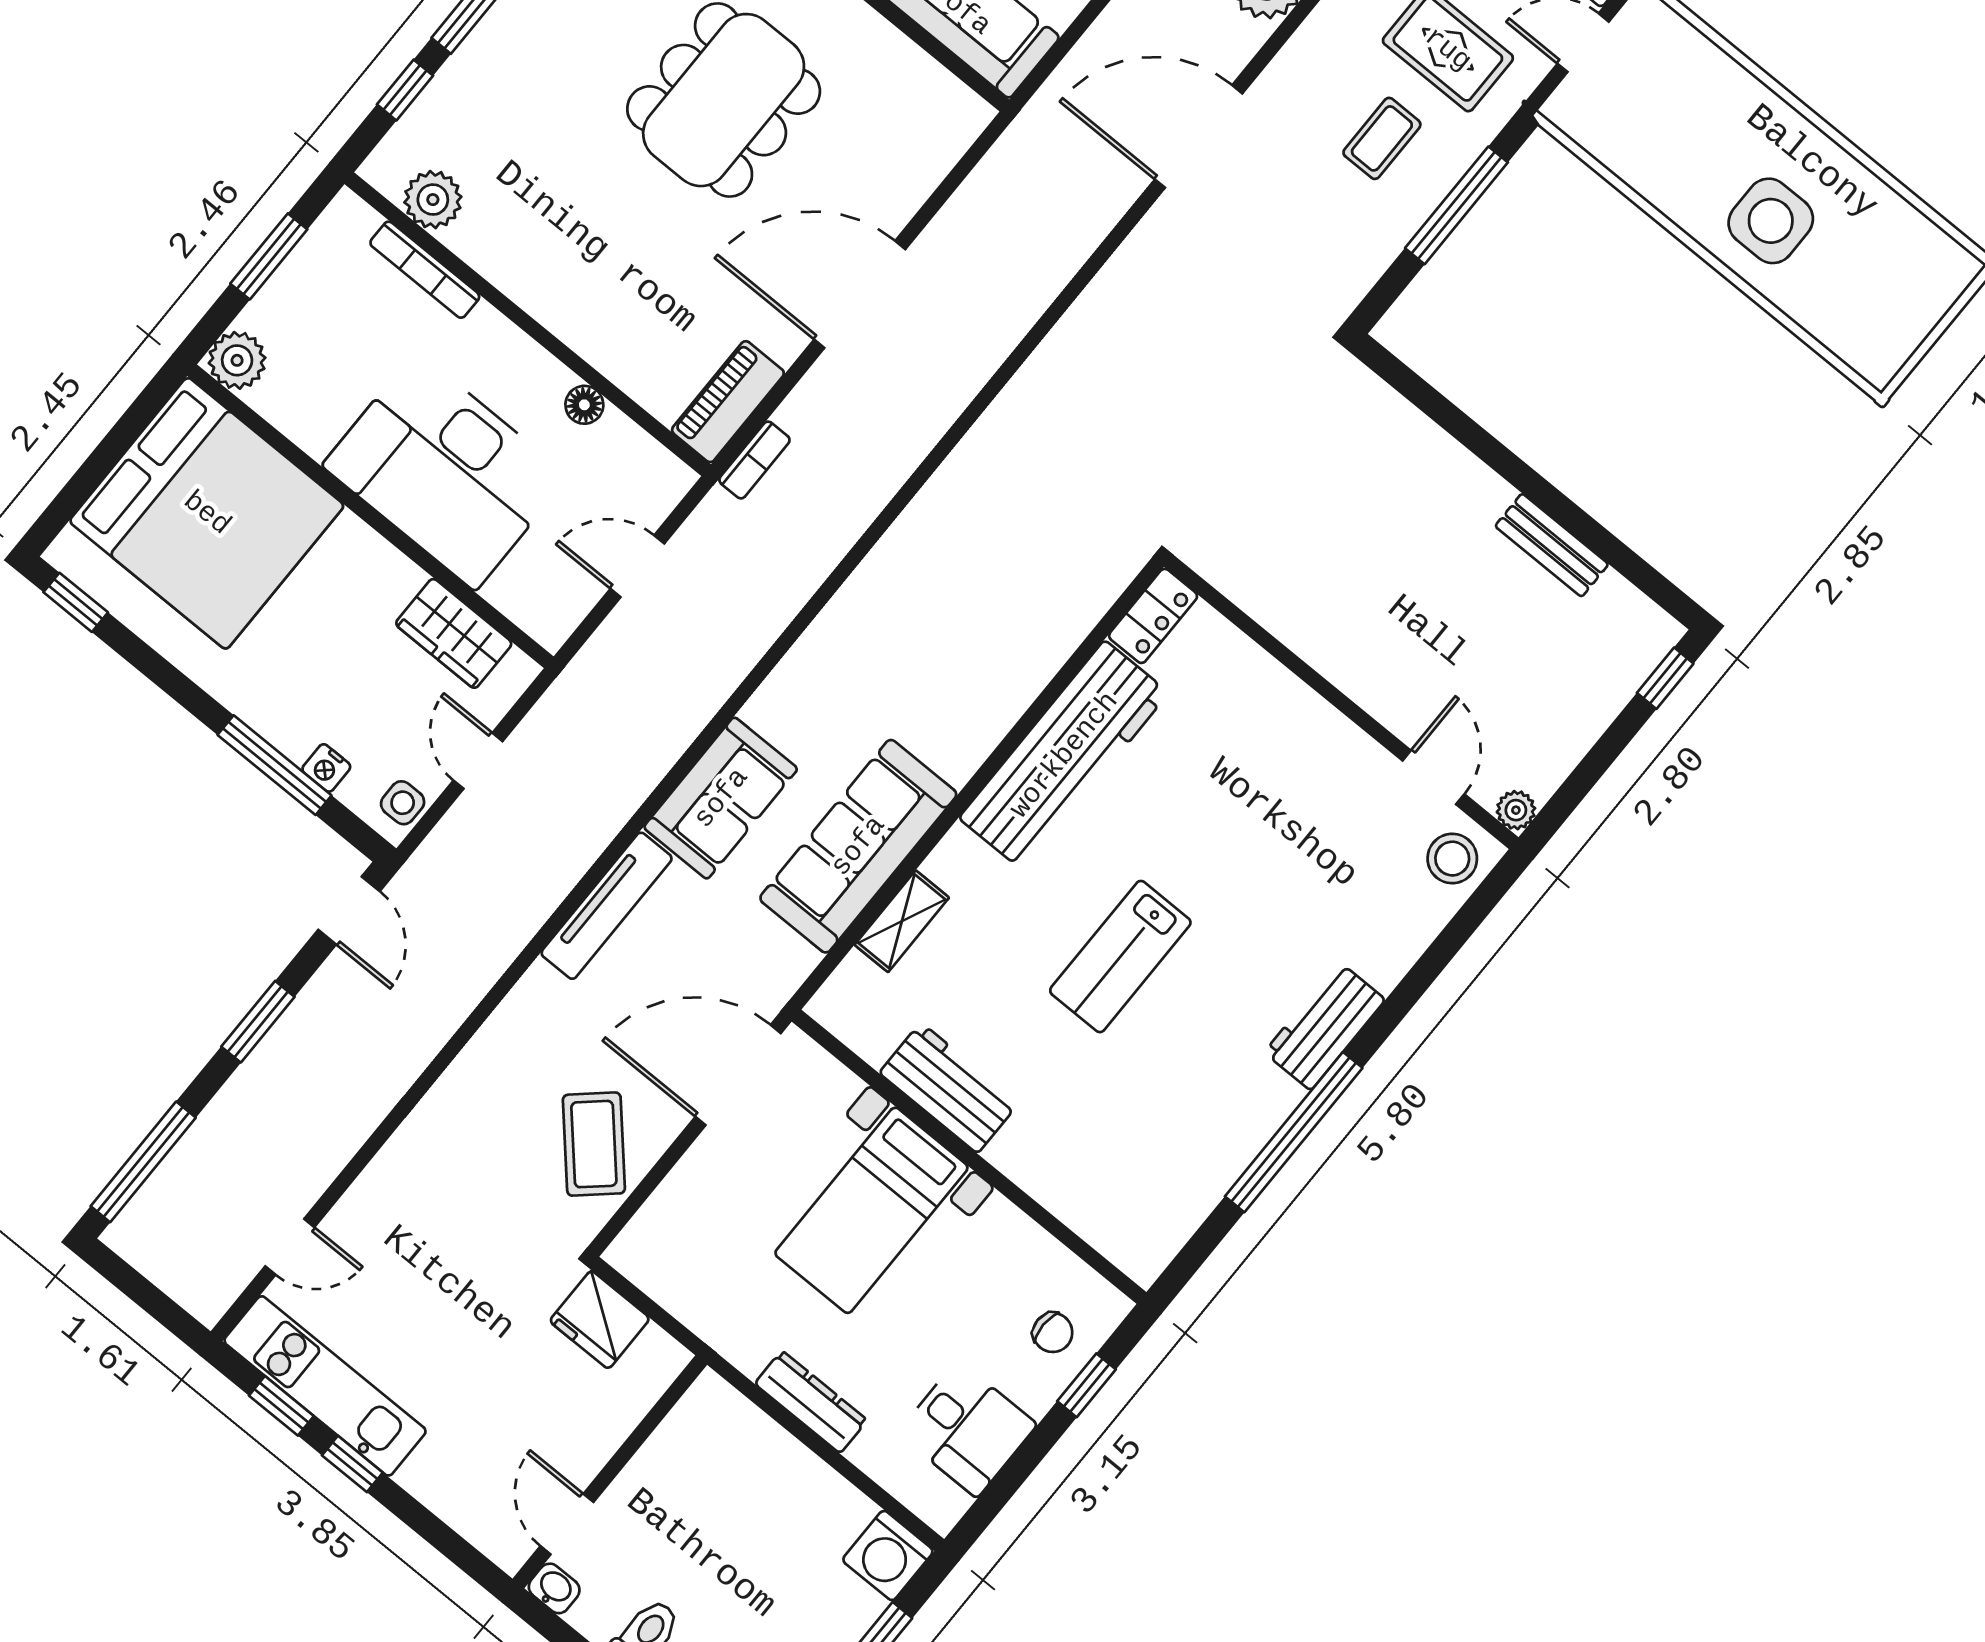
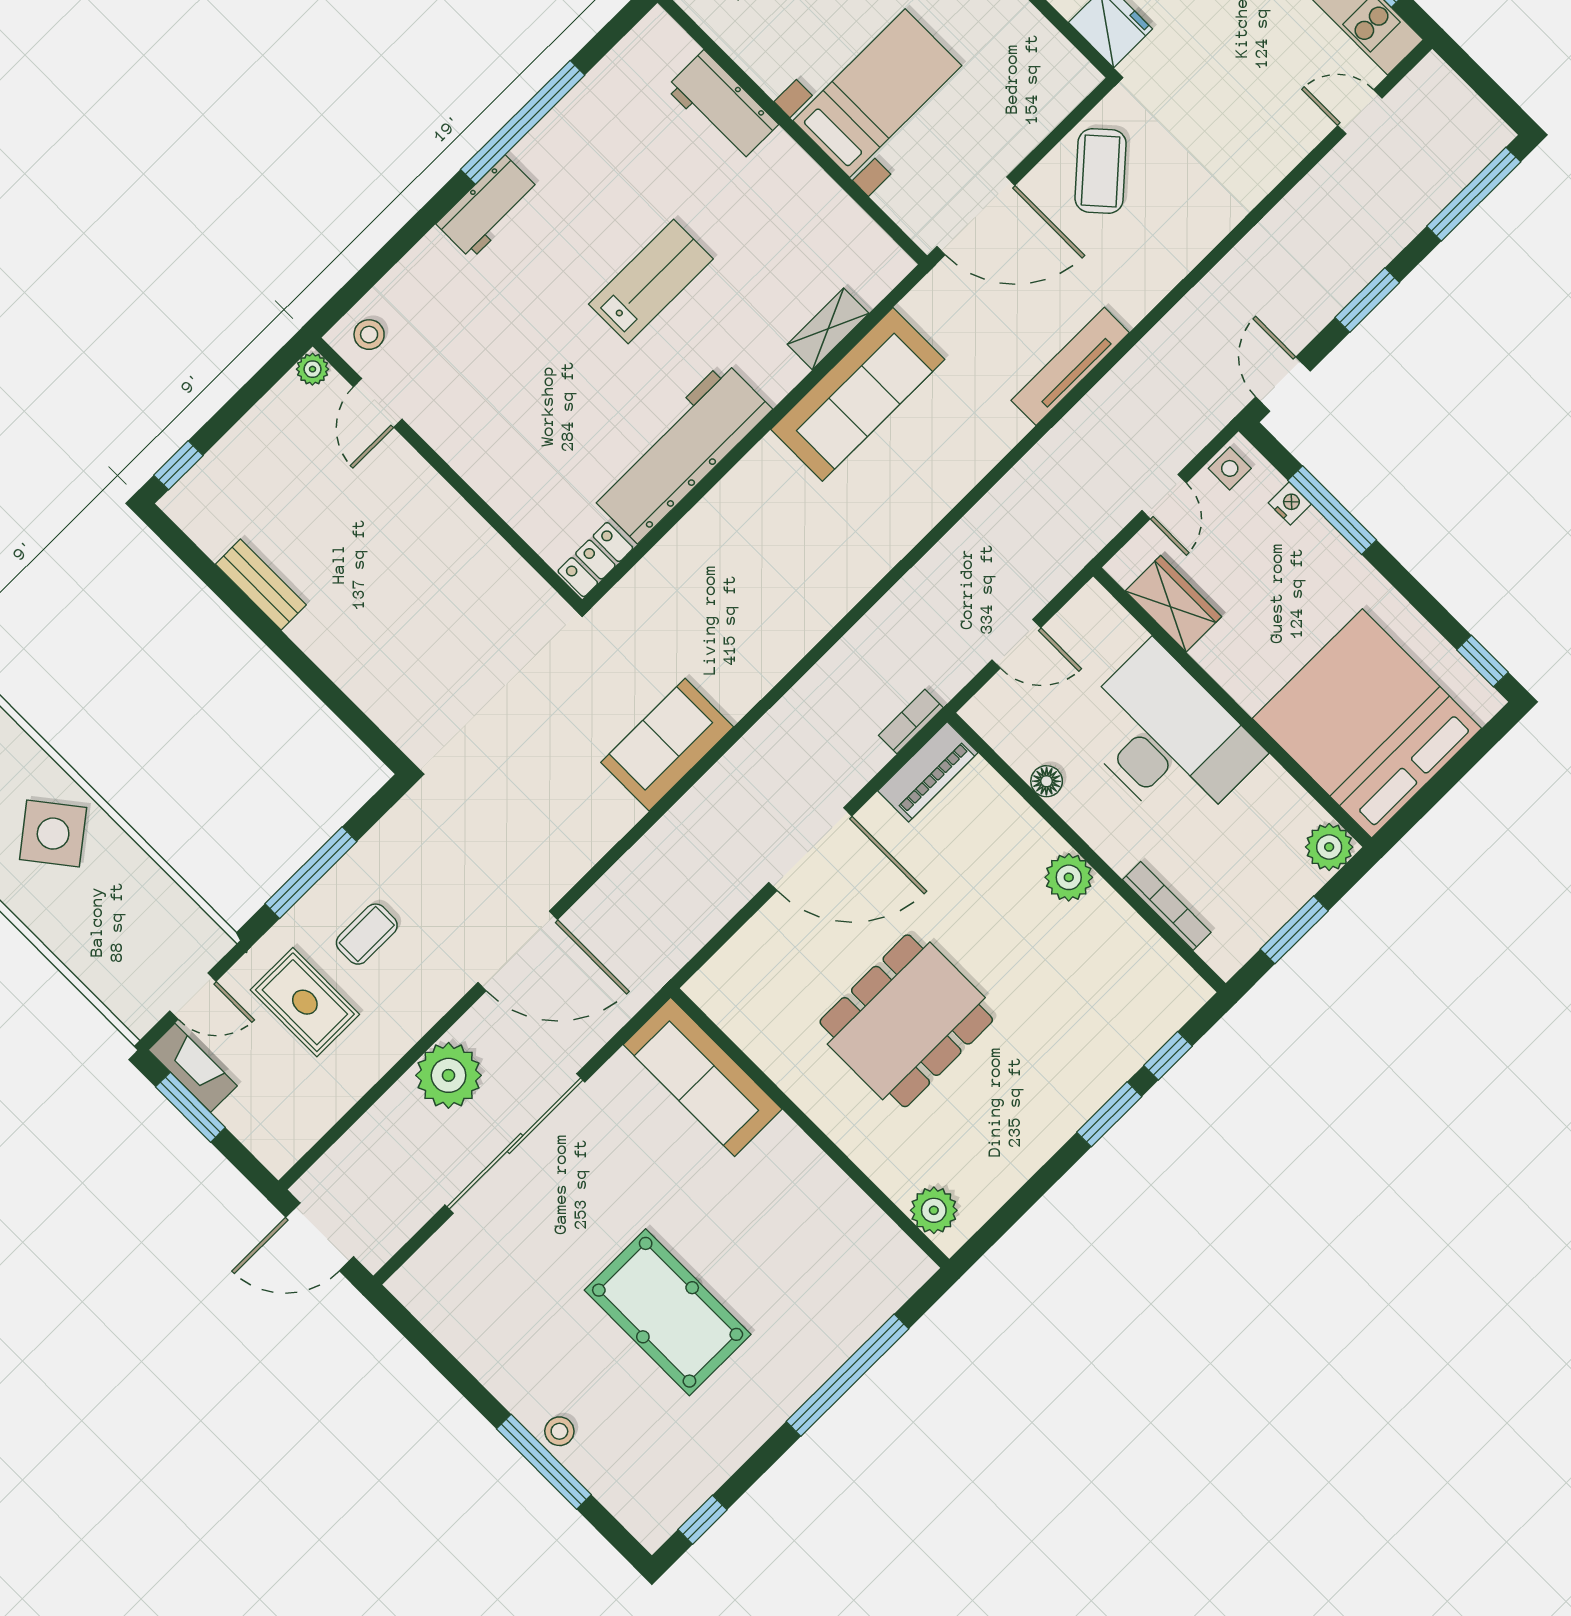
plant: (433, 200) -> (1069, 877), moved
side table: (1771, 221) -> (53, 834), turned -38
sofa: (721, 798) -> (667, 745), moved
stool: (1452, 859) -> (369, 335), width x0.73, depth x0.73
workbench: (949, 1088) -> (722, 106), moved

